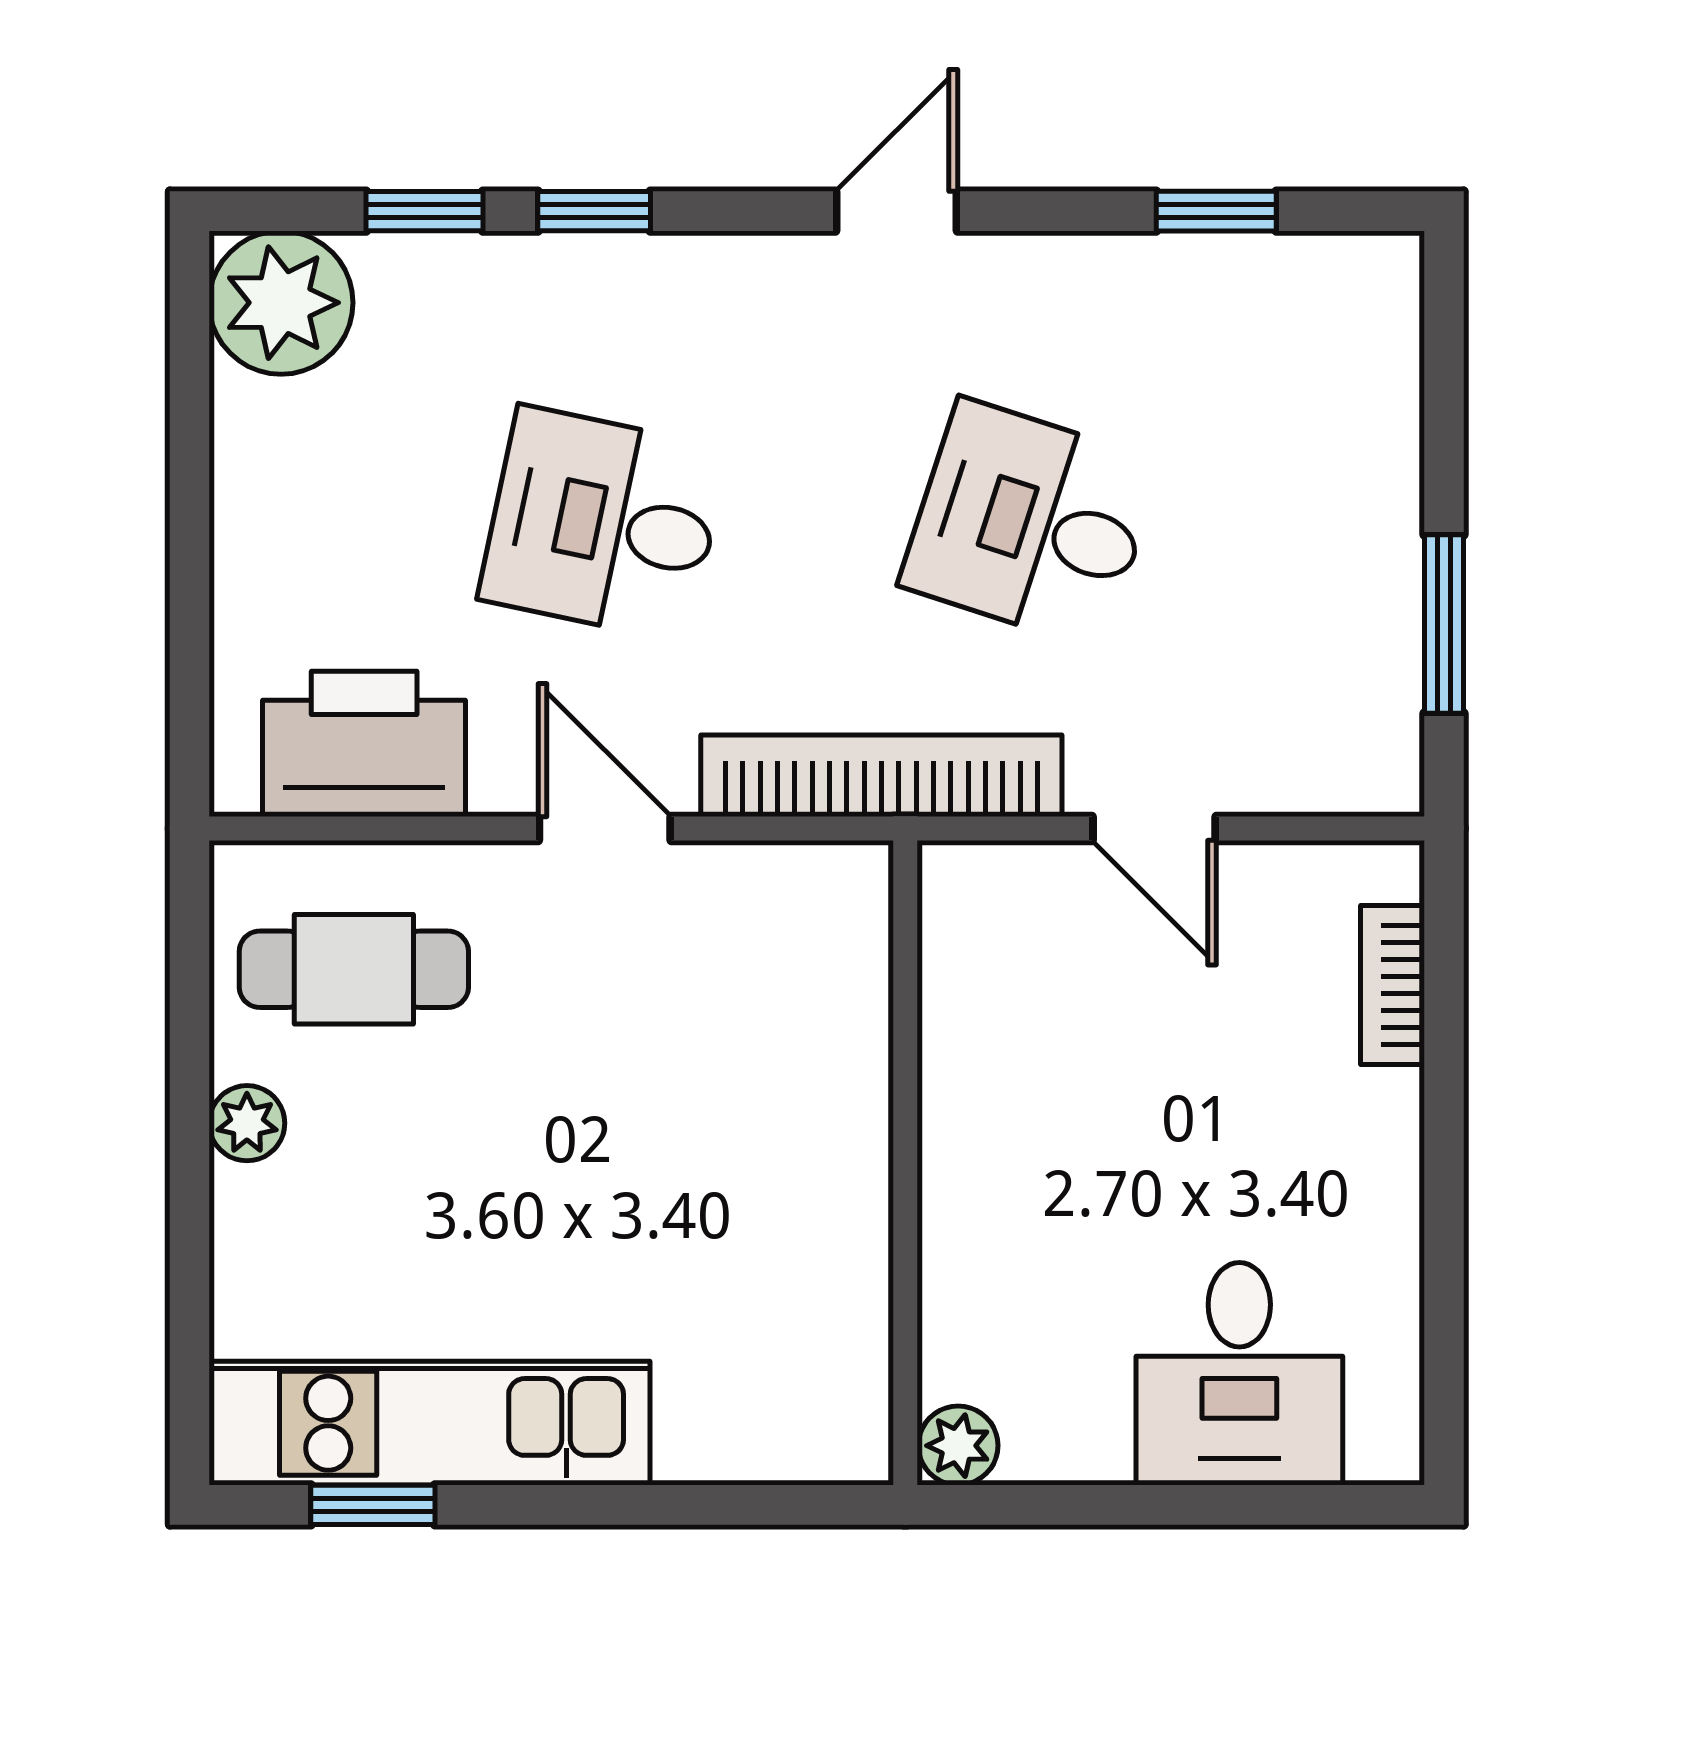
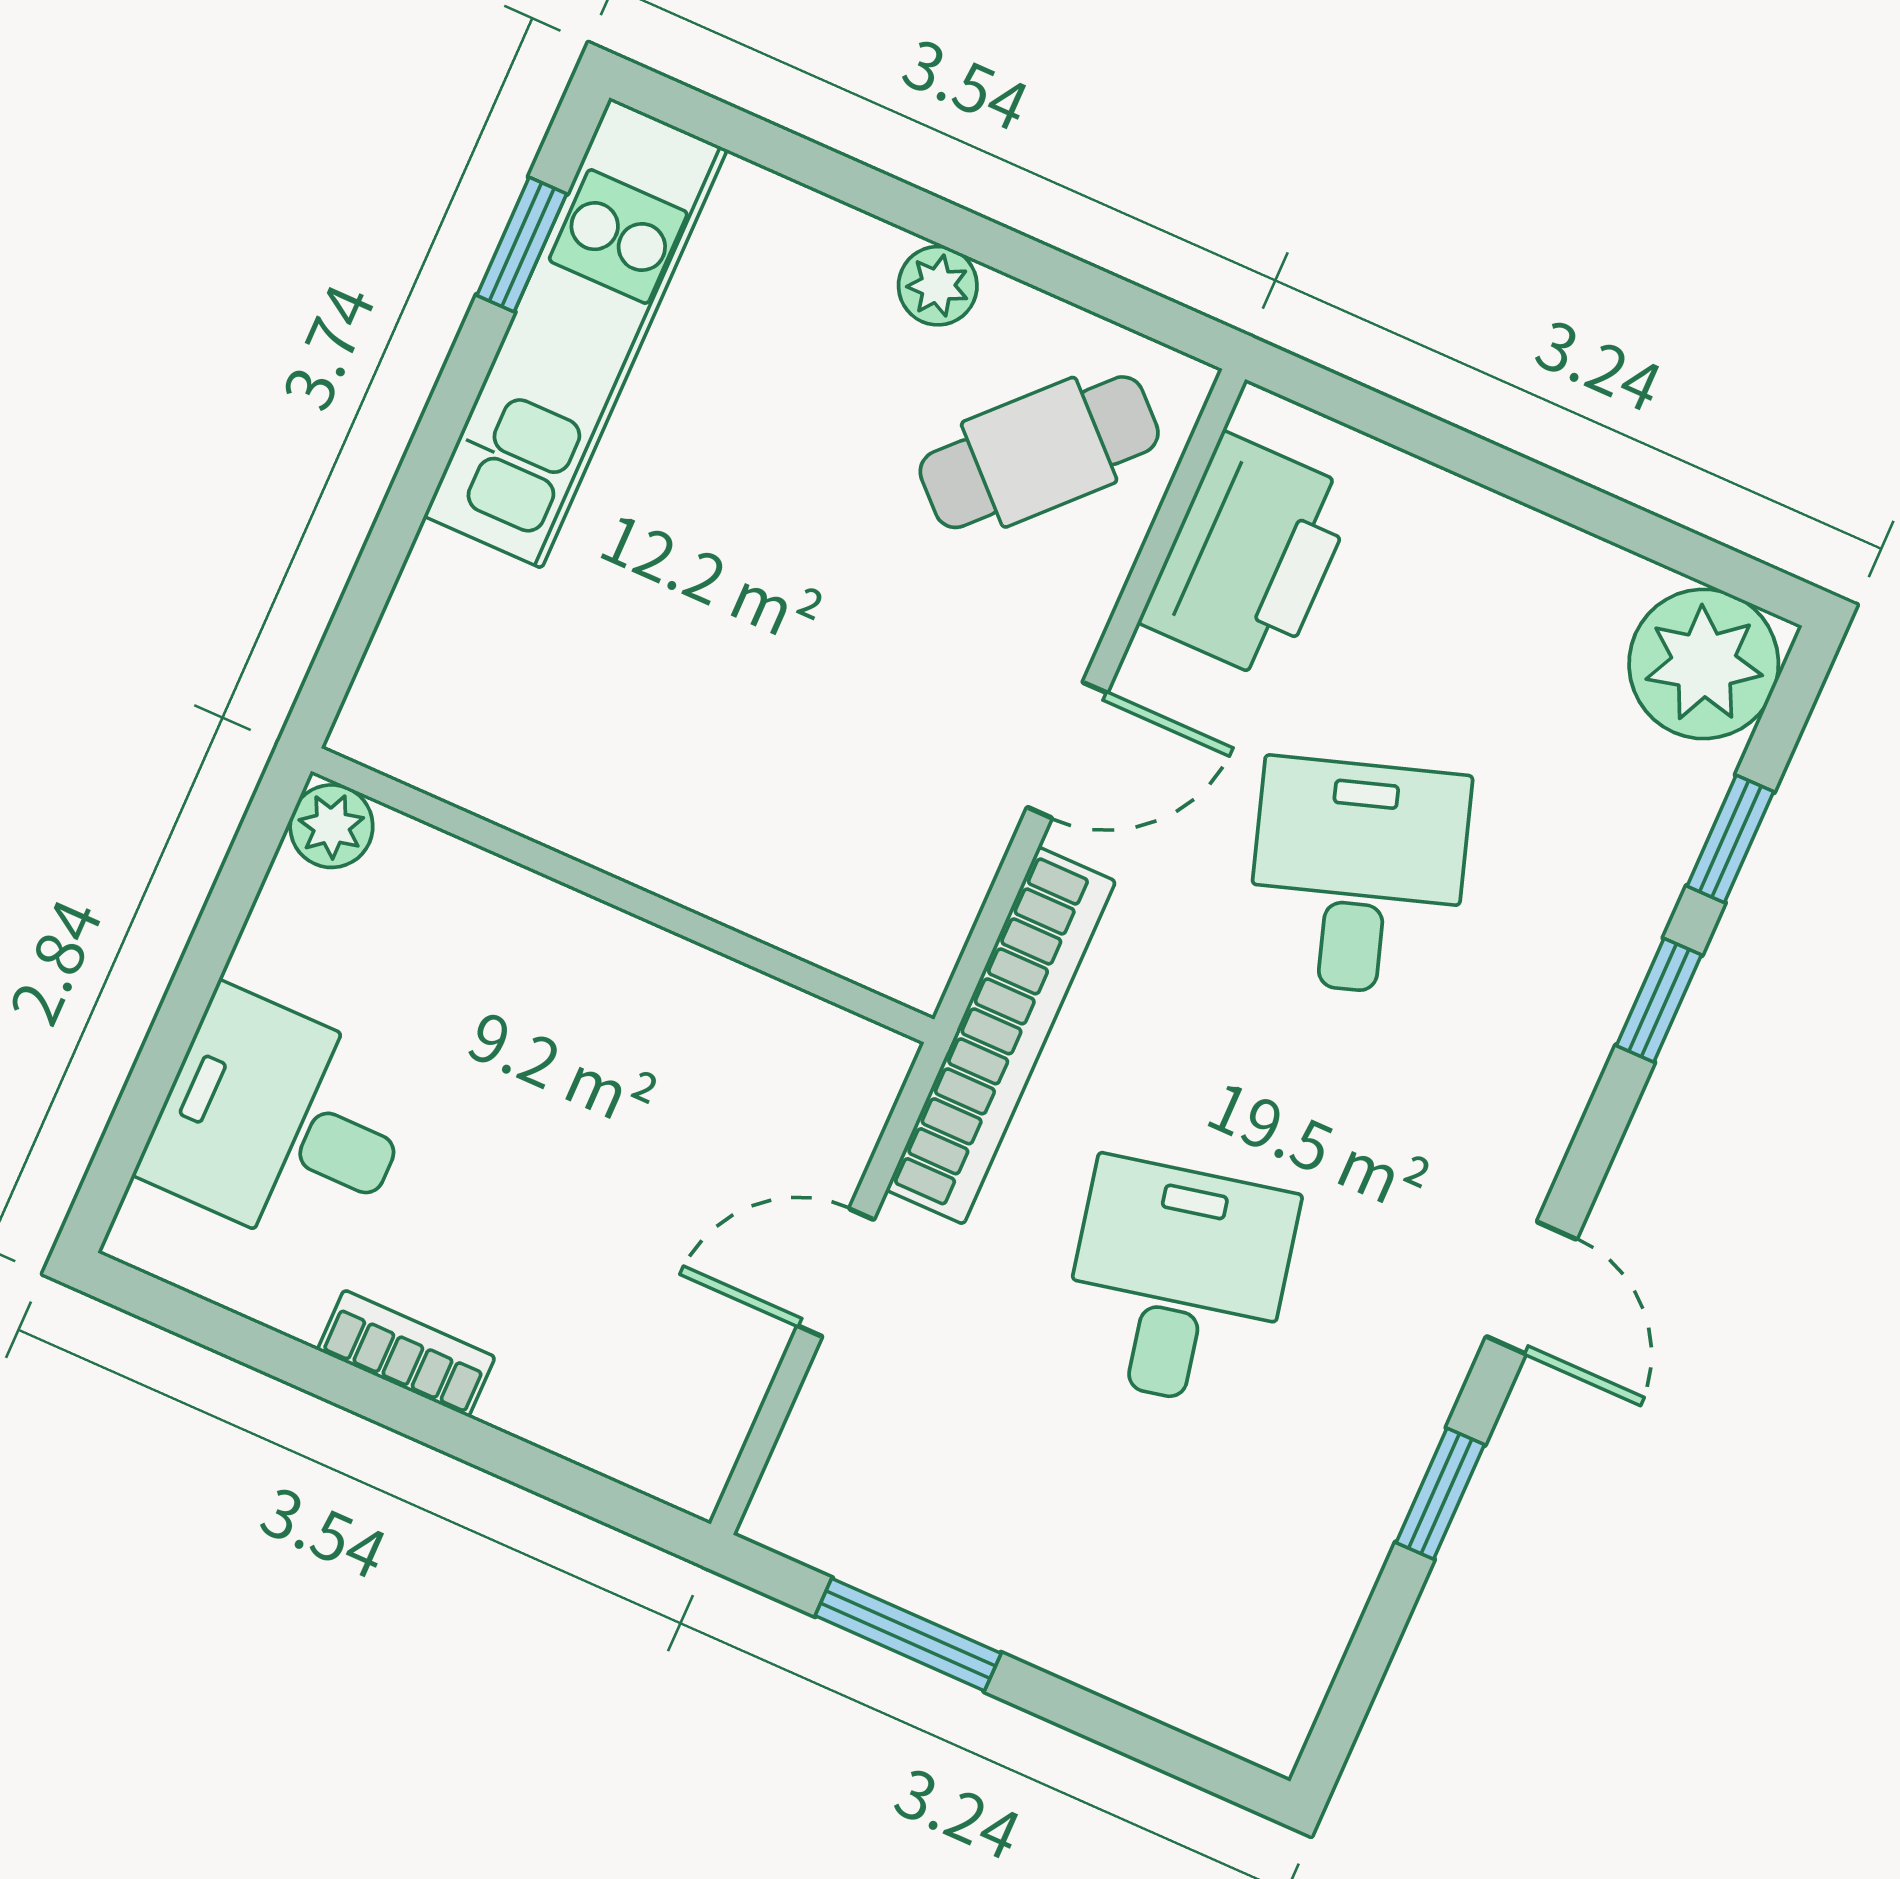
window: (1216, 211) -> (1440, 1494), moved
desk: (603, 524) -> (1358, 877), turned -30
desk: (1030, 524) -> (1178, 1283), turned -30
cafe table: (354, 969) -> (1039, 452), turned 44
bookcase: (1392, 985) -> (406, 1353), moved

